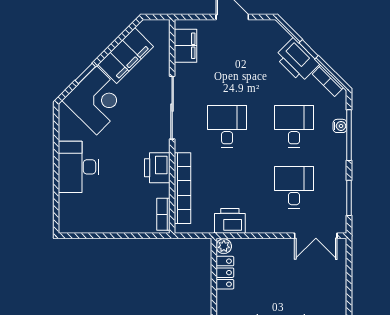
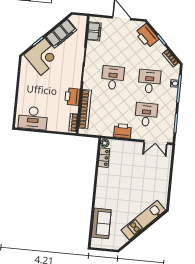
printer: (297, 60) -> (147, 36), moved
desk: (79, 167) -> (33, 118), moved, turned -90
printer: (230, 221) -> (122, 131), moved

